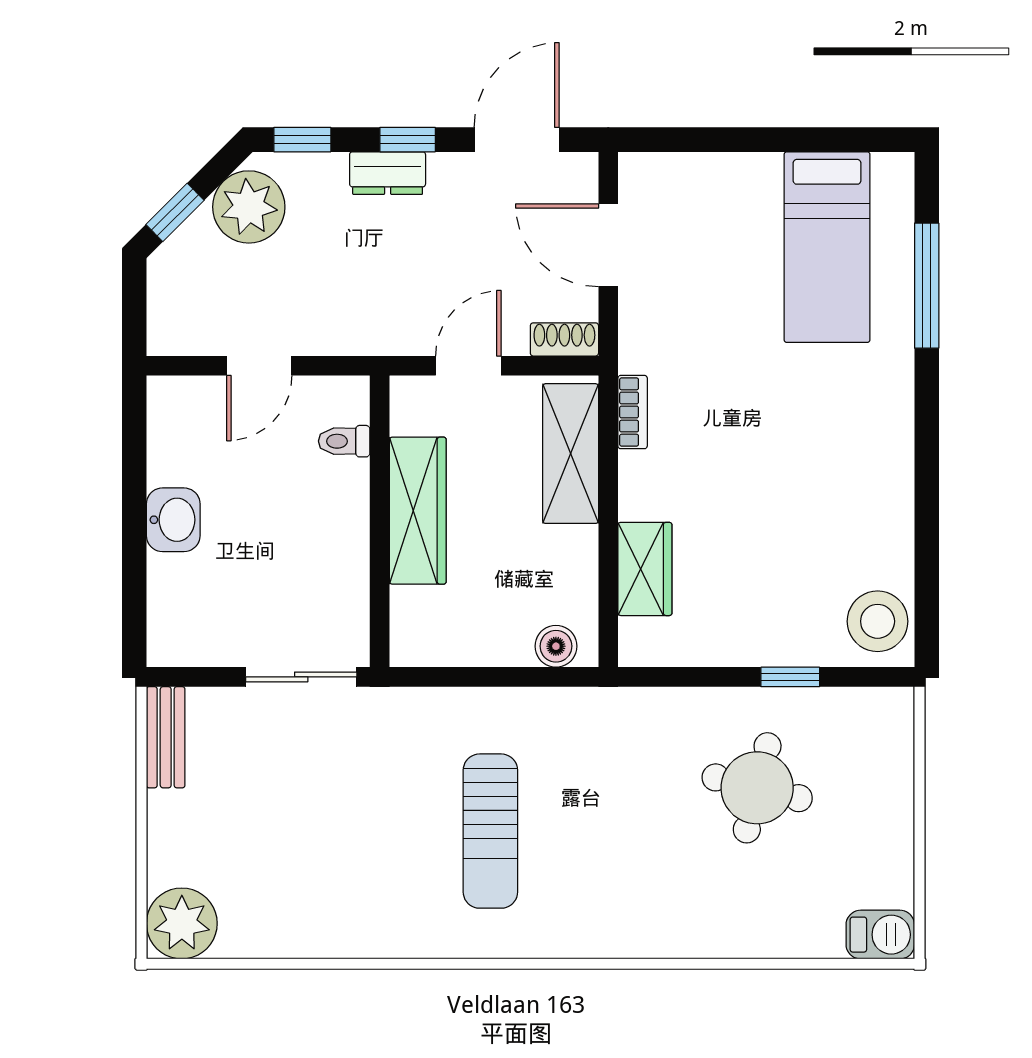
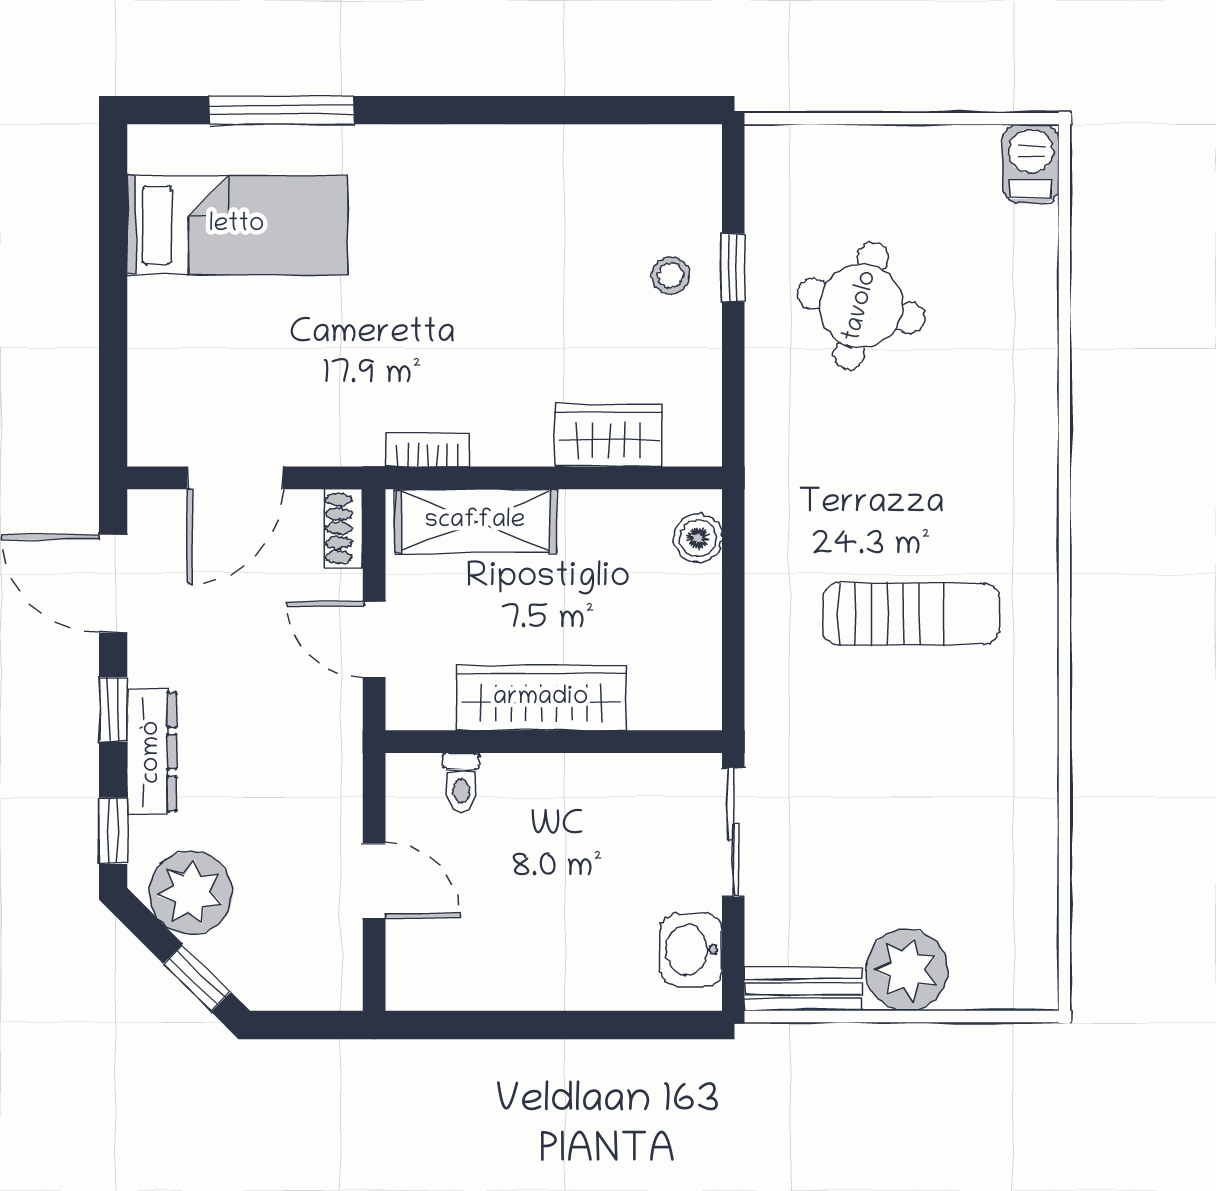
dresser: (388, 173) -> (152, 752), width x1.44
washbasin: (173, 520) -> (691, 950), moved, turned -90
stool: (878, 621) -> (670, 276), moved, width x0.53, depth x0.53
plant: (182, 923) -> (907, 970), moved

